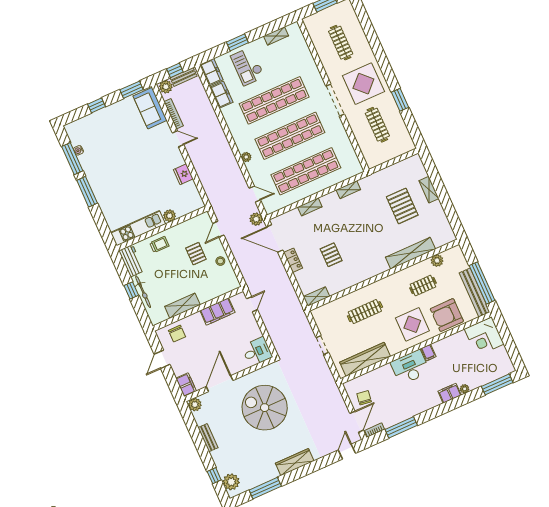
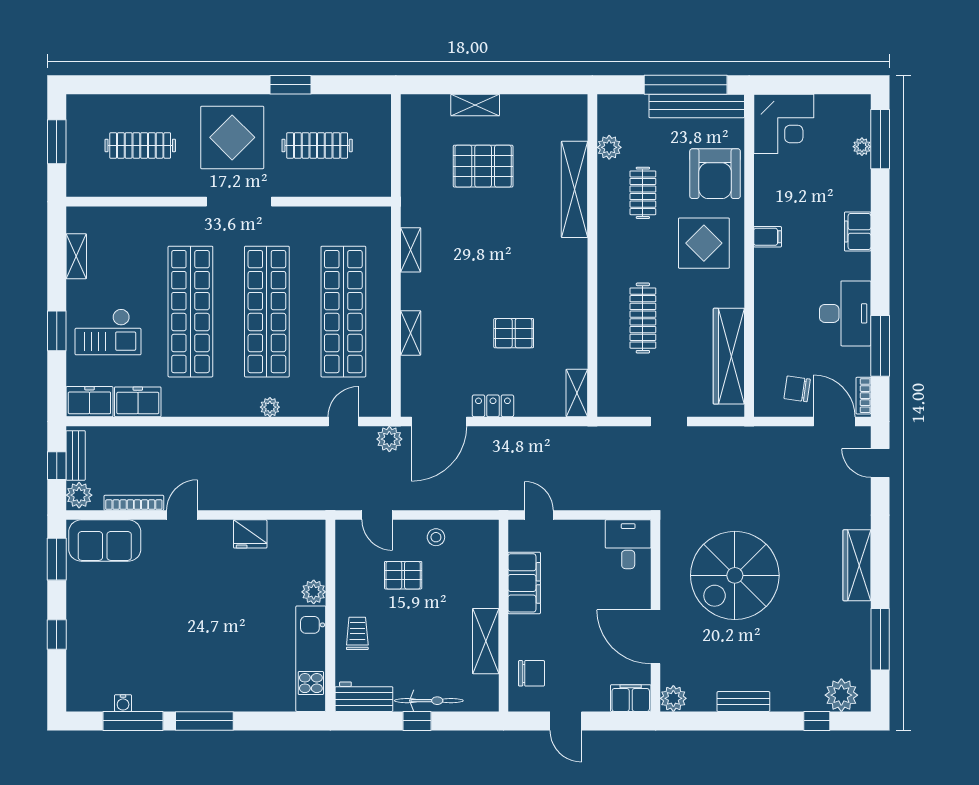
desk: (410, 367) -> (845, 313), moved, turned 180
plant: (465, 389) -> (862, 147), moved

